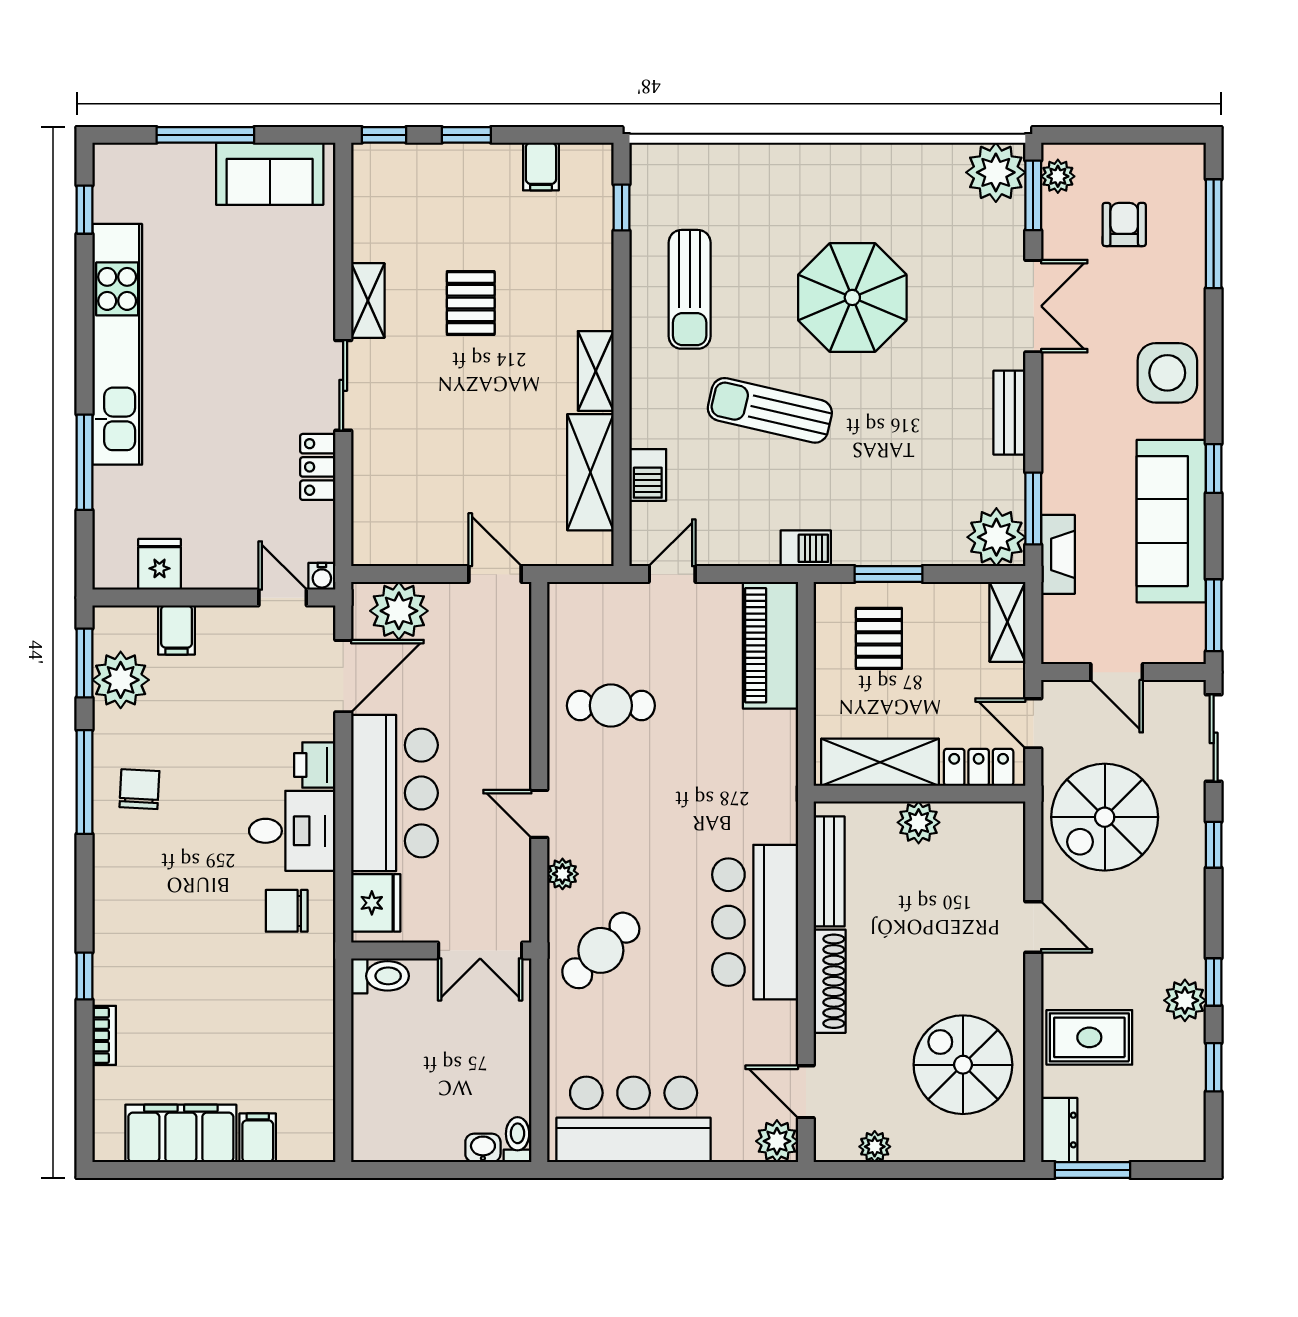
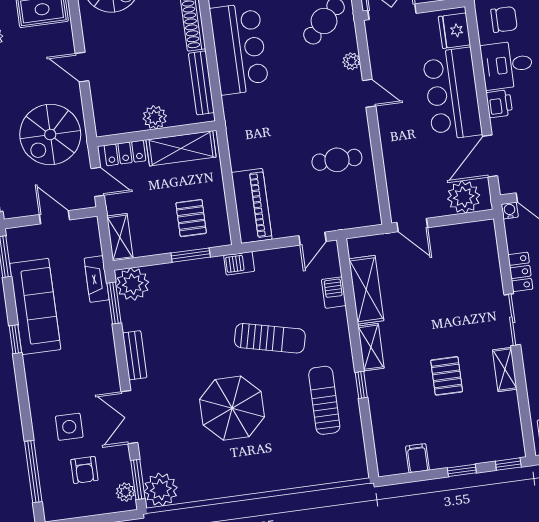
window: (622, 208) -> (361, 385), moved
side table: (1167, 373) -> (69, 427), moved, width x0.73, depth x0.73
spiral stairs: (1105, 817) -> (50, 135), turned 180

